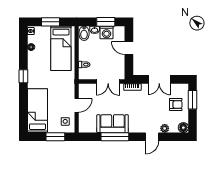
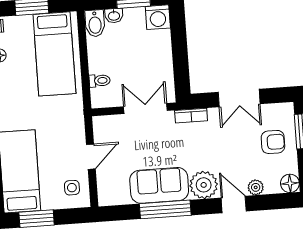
washing machine: (107, 32) -> (158, 17), moved
door: (129, 48) -> (179, 44), removed
double door: (108, 81) -> (145, 109), swing flipped
plant: (137, 125) -> (204, 185), added
window: (55, 137) -> (37, 219), moved
door: (152, 137) -> (234, 204), swing flipped

